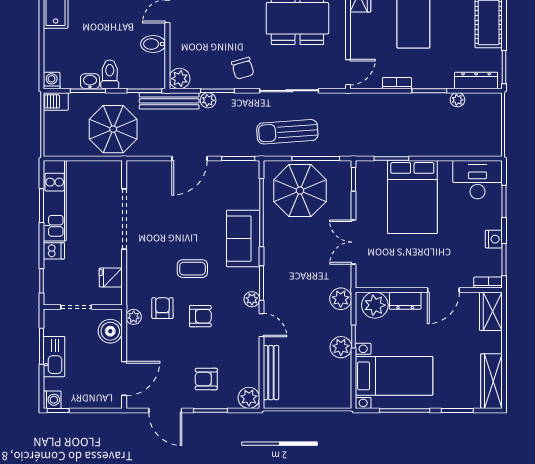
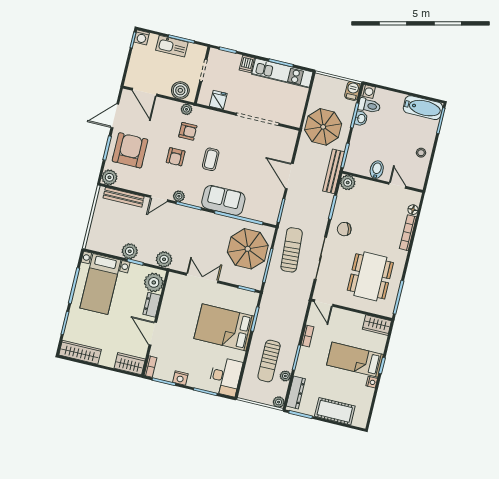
toilet: (110, 74) -> (369, 106), moved
plant: (208, 100) -> (279, 402), moved
sun lounger: (443, 126) -> (269, 361), added
armchair: (206, 379) -> (130, 150), width x1.88, depth x1.88

